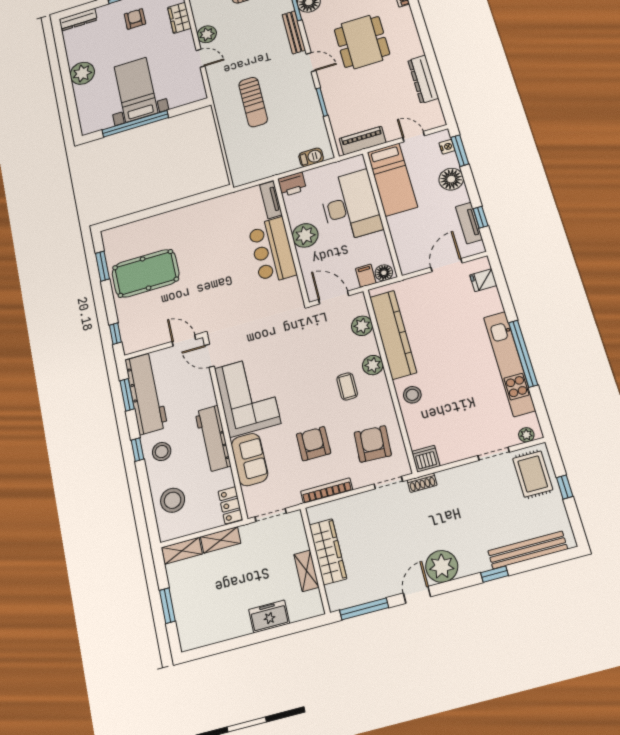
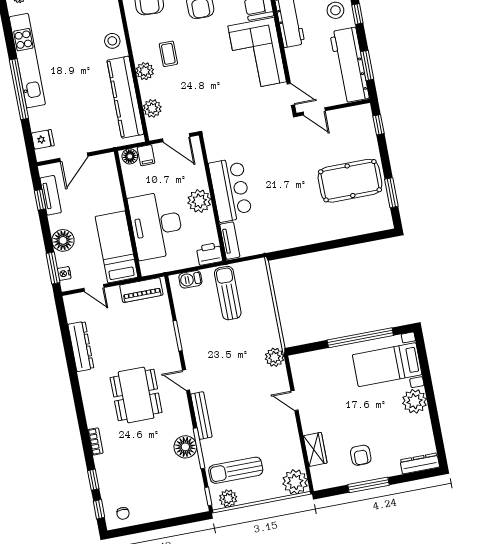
plant: (207, 34) -> (275, 357), moved
bed with nightstands: (136, 90) -> (387, 365), moved, turned 90
sun lounger: (253, 102) -> (228, 293), moved
window: (523, 354) -> (19, 89), moved

